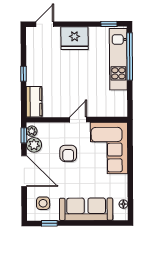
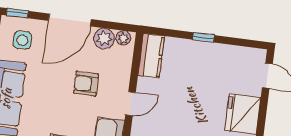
kitchen counter: (34, 102) -> (151, 56), moved, turned -90
door: (78, 120) -> (130, 104), hinge flipped
window: (24, 135) -> (17, 13), moved

